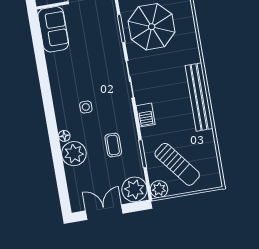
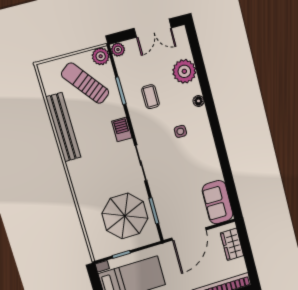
bench: (199, 97) -> (63, 127), moved
plant: (74, 154) -> (184, 71), moved
plant: (134, 189) -> (118, 50), width x0.53, depth x0.53

